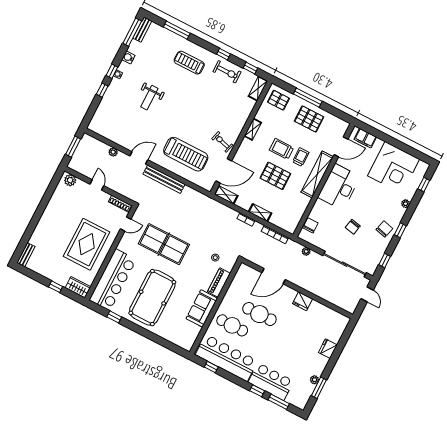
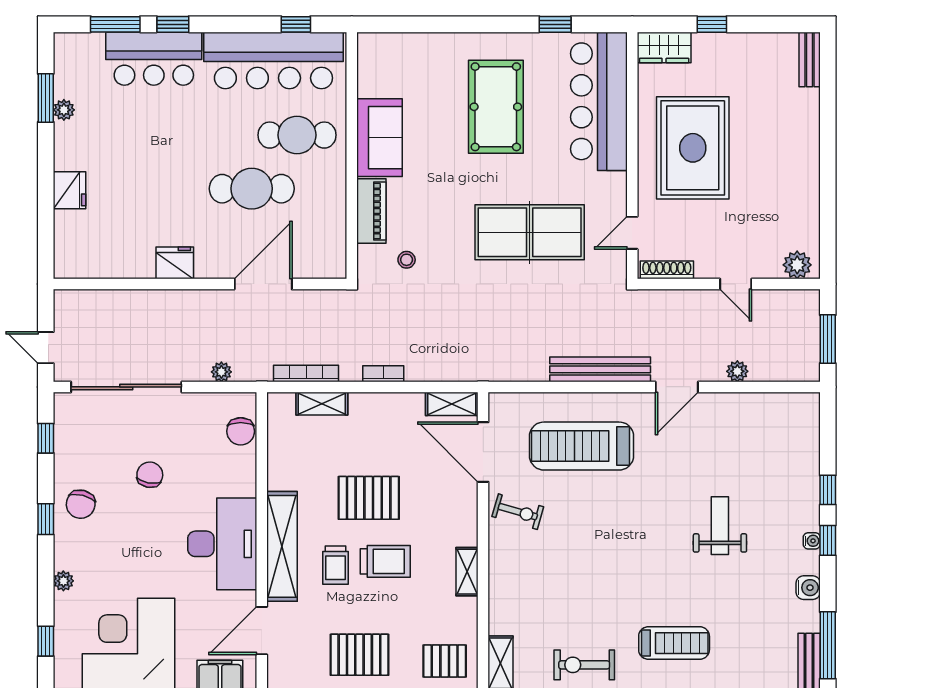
door: (224, 171) -> (483, 452), hinge flipped
shelving: (260, 213) -> (322, 404), moved
pool table: (152, 298) -> (496, 107), width x0.73, depth x0.76

